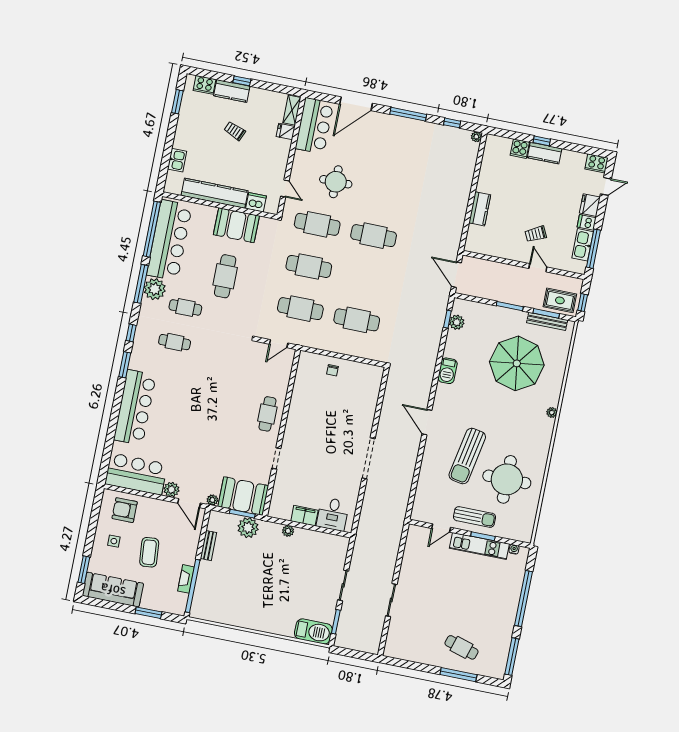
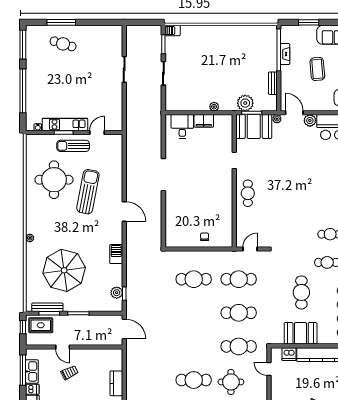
cafe table: (374, 236) -> (194, 380), moved
barbecue: (313, 631) -> (173, 31), width x0.53, depth x0.65

